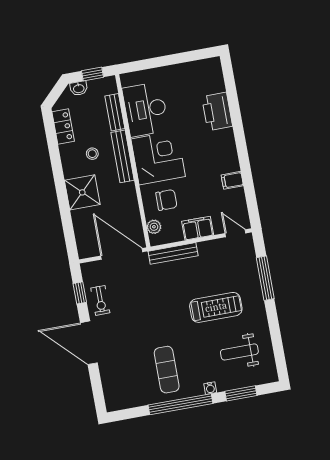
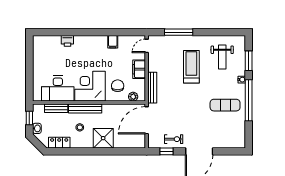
printer: (217, 111) -> (67, 41), width x0.53, depth x0.68

